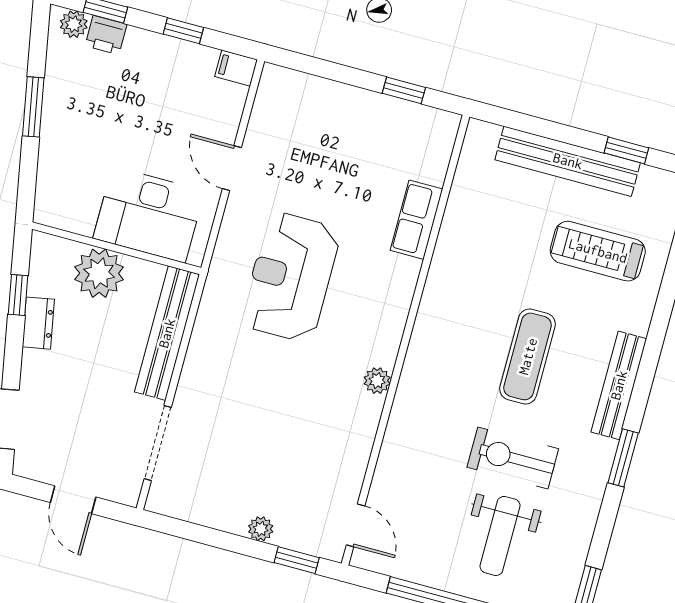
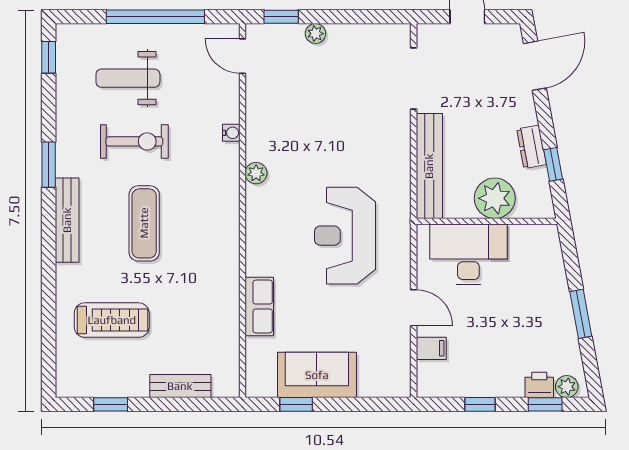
filing cabinet: (236, 68) -> (431, 348), moved
sofa: (369, 119) -> (317, 375), added
bench: (568, 161) -> (180, 386), width x0.54, depth x0.82
reception desk: (291, 277) -> (345, 236), turned 180
water cooler: (394, 437) -> (231, 133), added
weight bench: (500, 536) -> (128, 78), turned -90

